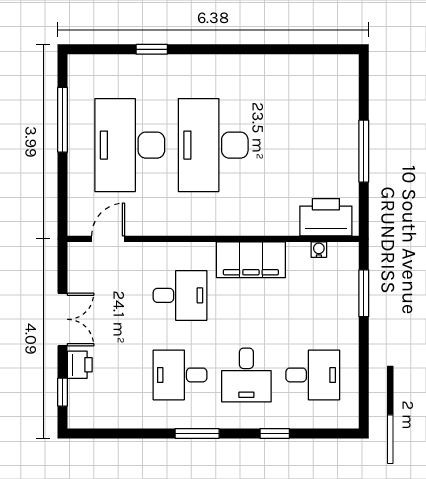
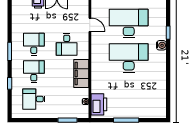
water cooler: (183, 66) -> (161, 45), added
door: (108, 239) -> (90, 25), moved
desk: (246, 375) -> (34, 72), turned 90
desk: (313, 375) -> (34, 99), turned 90

